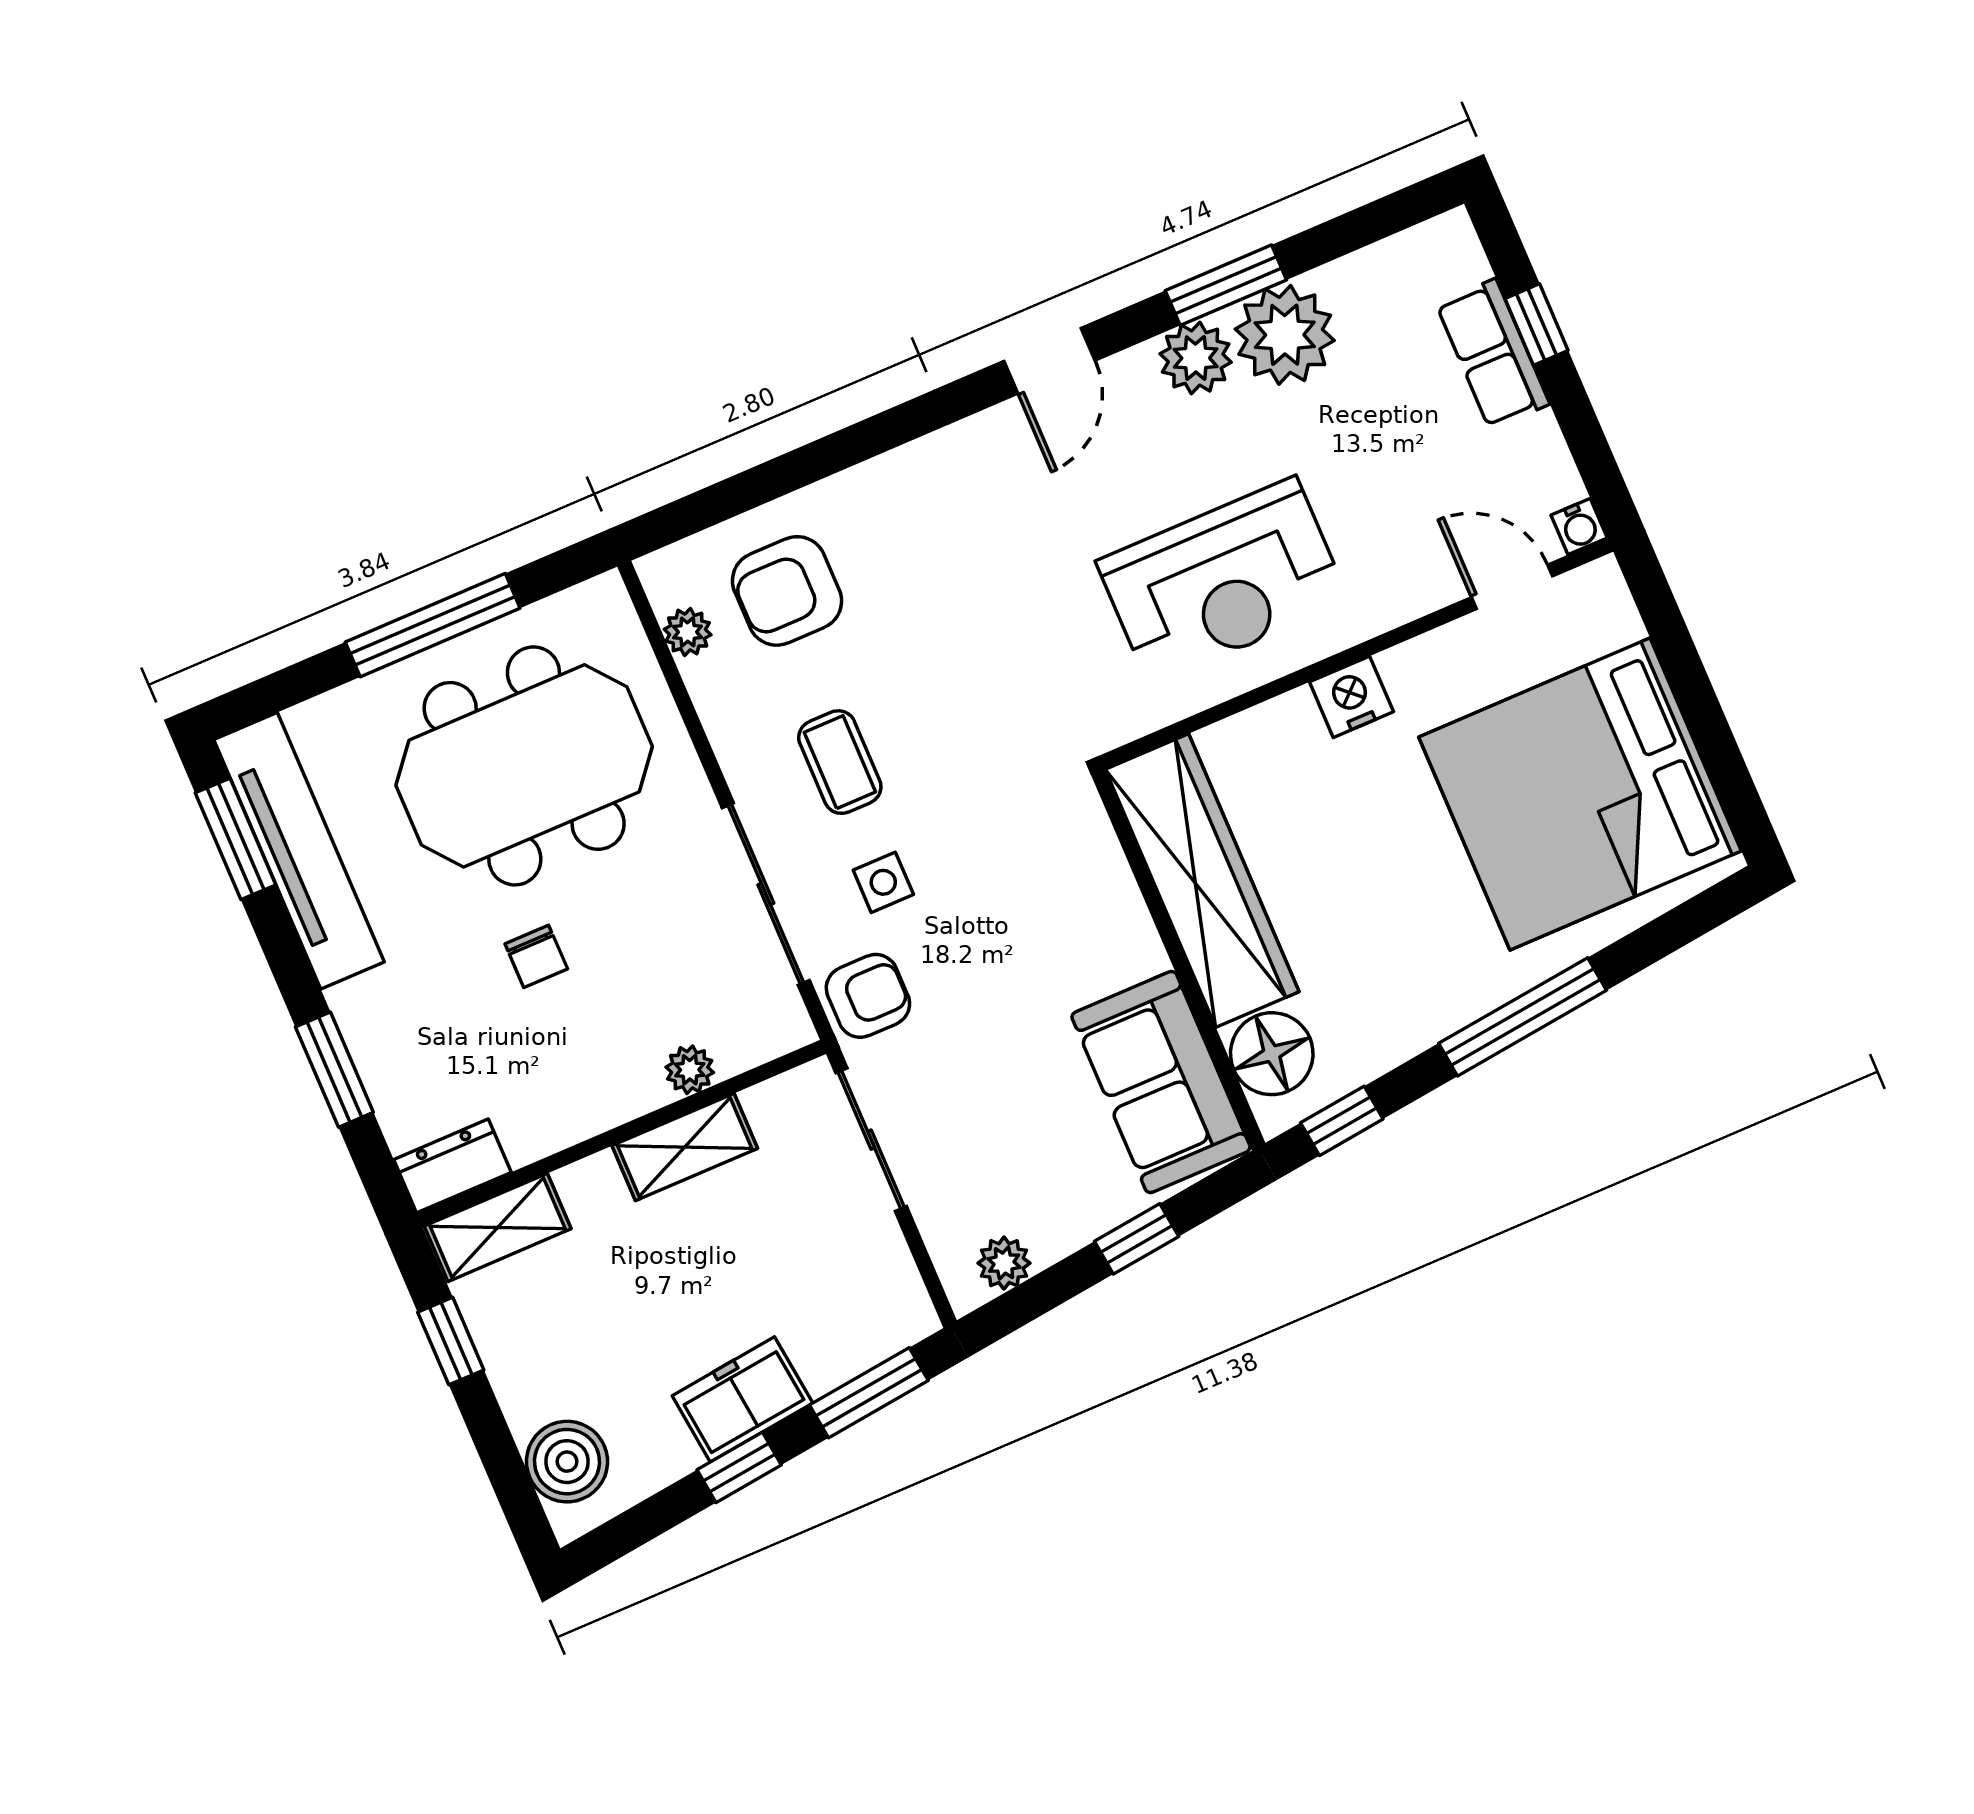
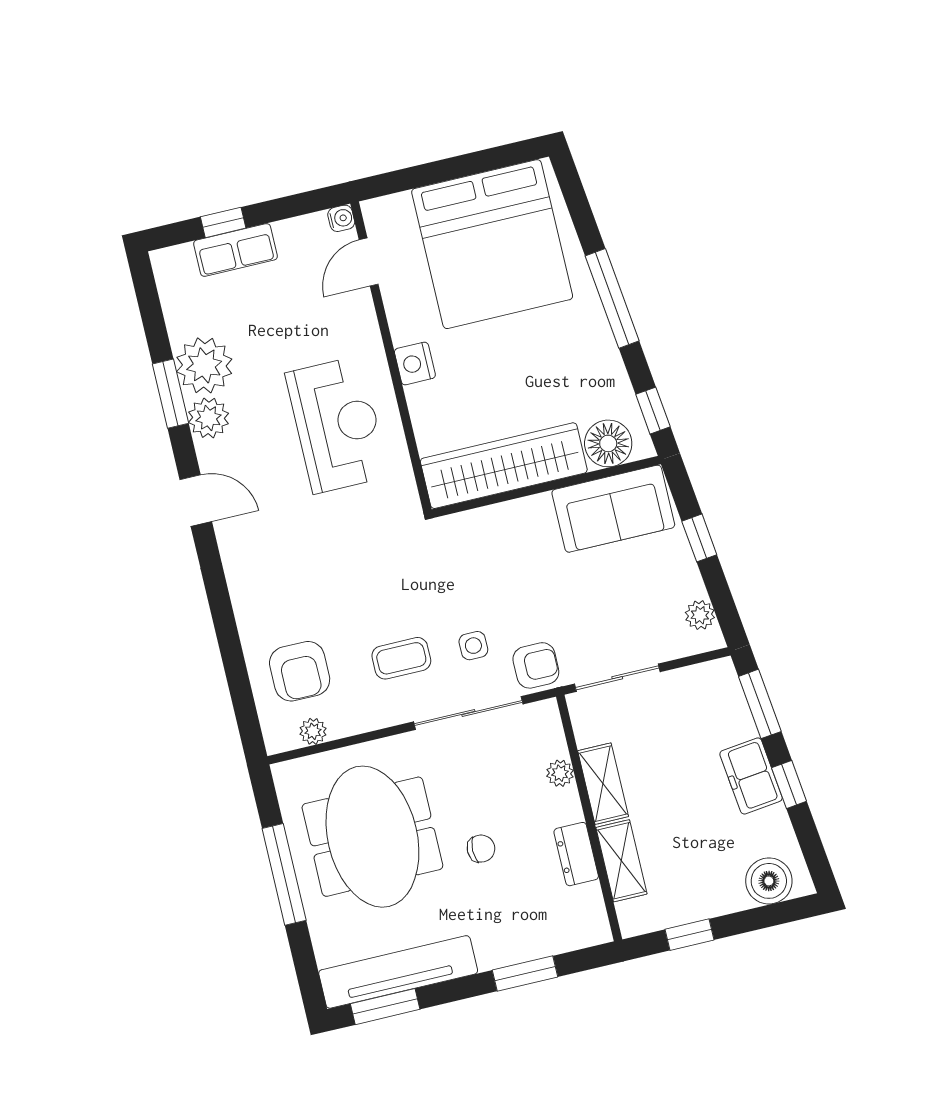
armchair: (868, 996) -> (536, 665), turned 90
dresser: (452, 1166) -> (576, 854), moved
shelving: (498, 1227) -> (621, 861), moved

